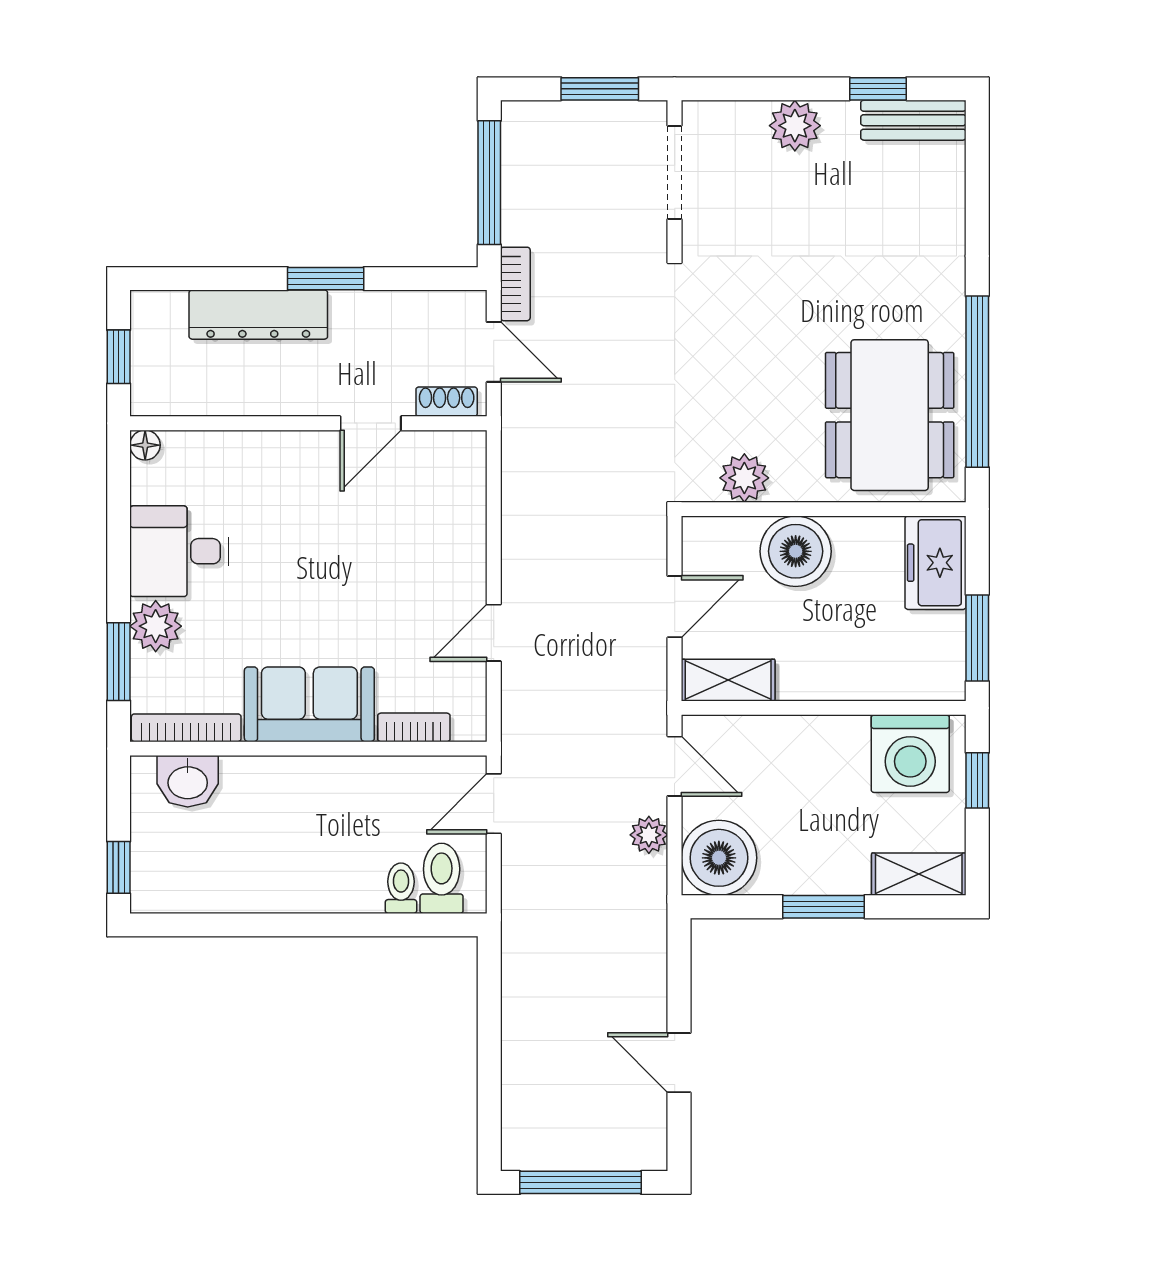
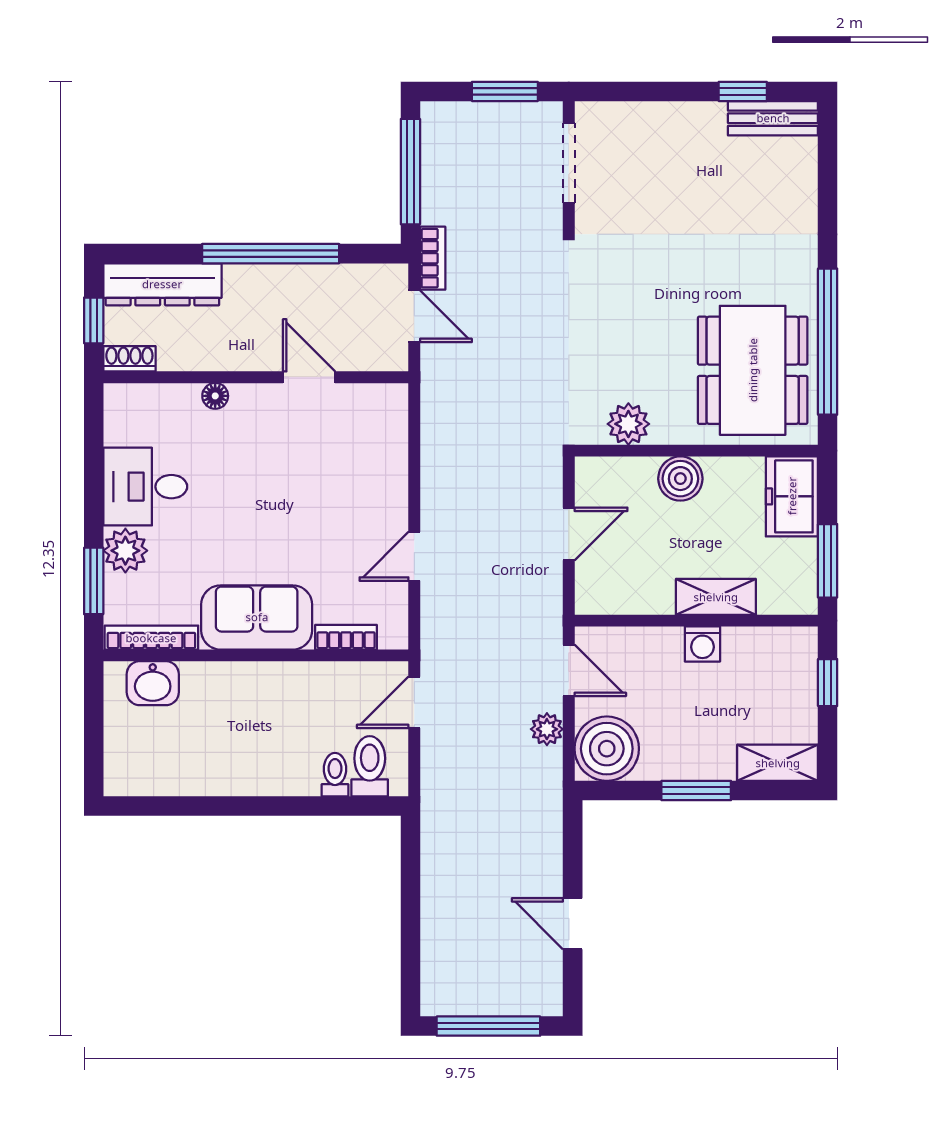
plant: (795, 126) -> (672, 123), removed
window: (326, 279) -> (271, 254), width x2.11
dresser: (258, 315) -> (162, 284), moved
shoe rack: (447, 402) -> (129, 359), moved
door: (371, 423) -> (309, 377), swing flipped
floor lamp: (145, 445) -> (215, 396), moved
boiler: (796, 551) -> (680, 479), width x0.73, depth x0.73
shelving: (728, 680) -> (716, 597), moved
washing machine: (910, 754) -> (702, 644), moved, width x0.53, depth x0.53
window: (119, 867) -> (94, 757), removed

